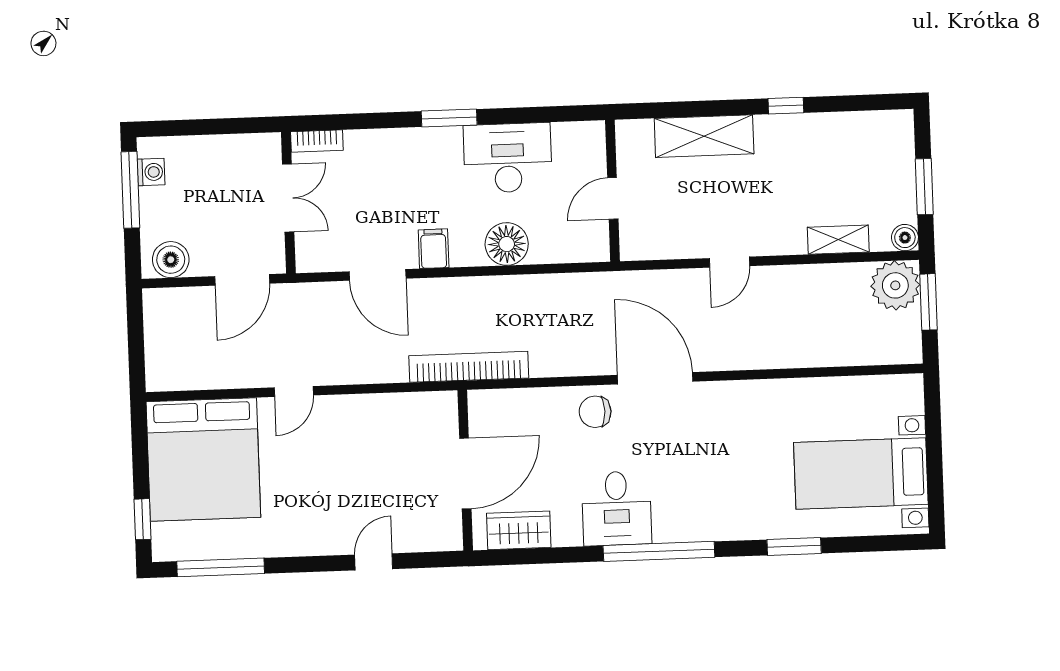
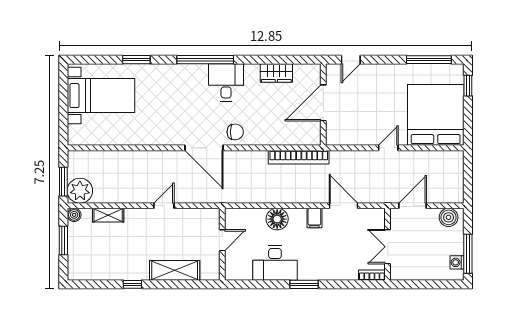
wall: (465, 470) -> (323, 105), moved
door: (465, 473) -> (323, 103), moved

